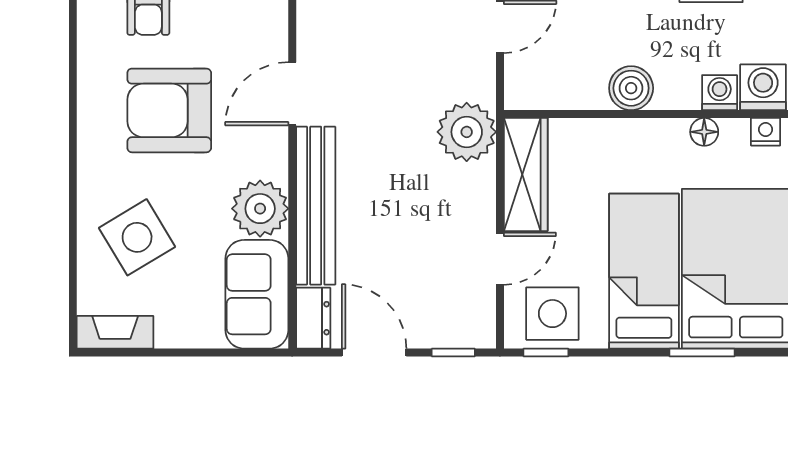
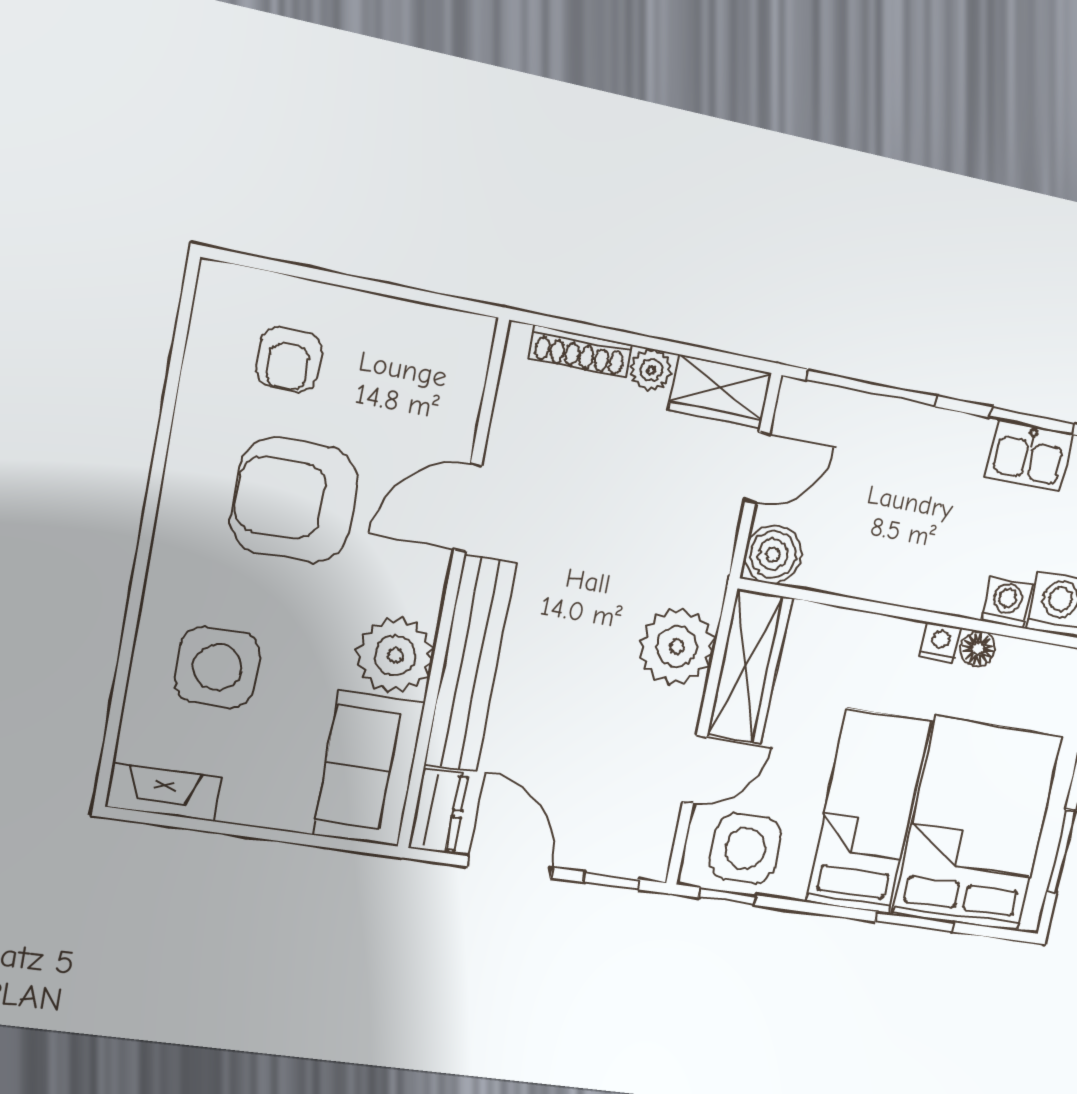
boiler: (631, 88) -> (773, 554), moved
plant: (467, 132) -> (677, 646), moved
nightstand: (766, 132) -> (940, 642), moved
side table: (137, 237) -> (217, 667), turned 31

